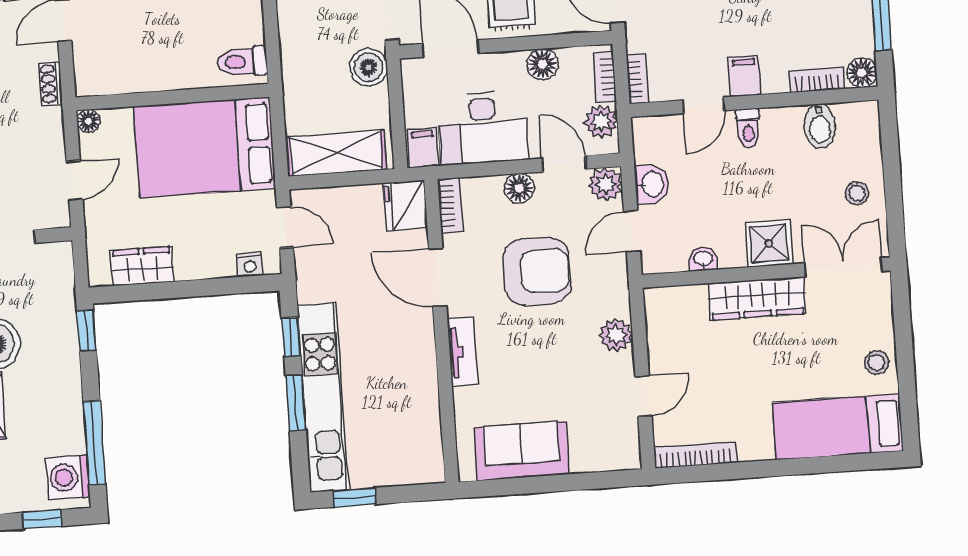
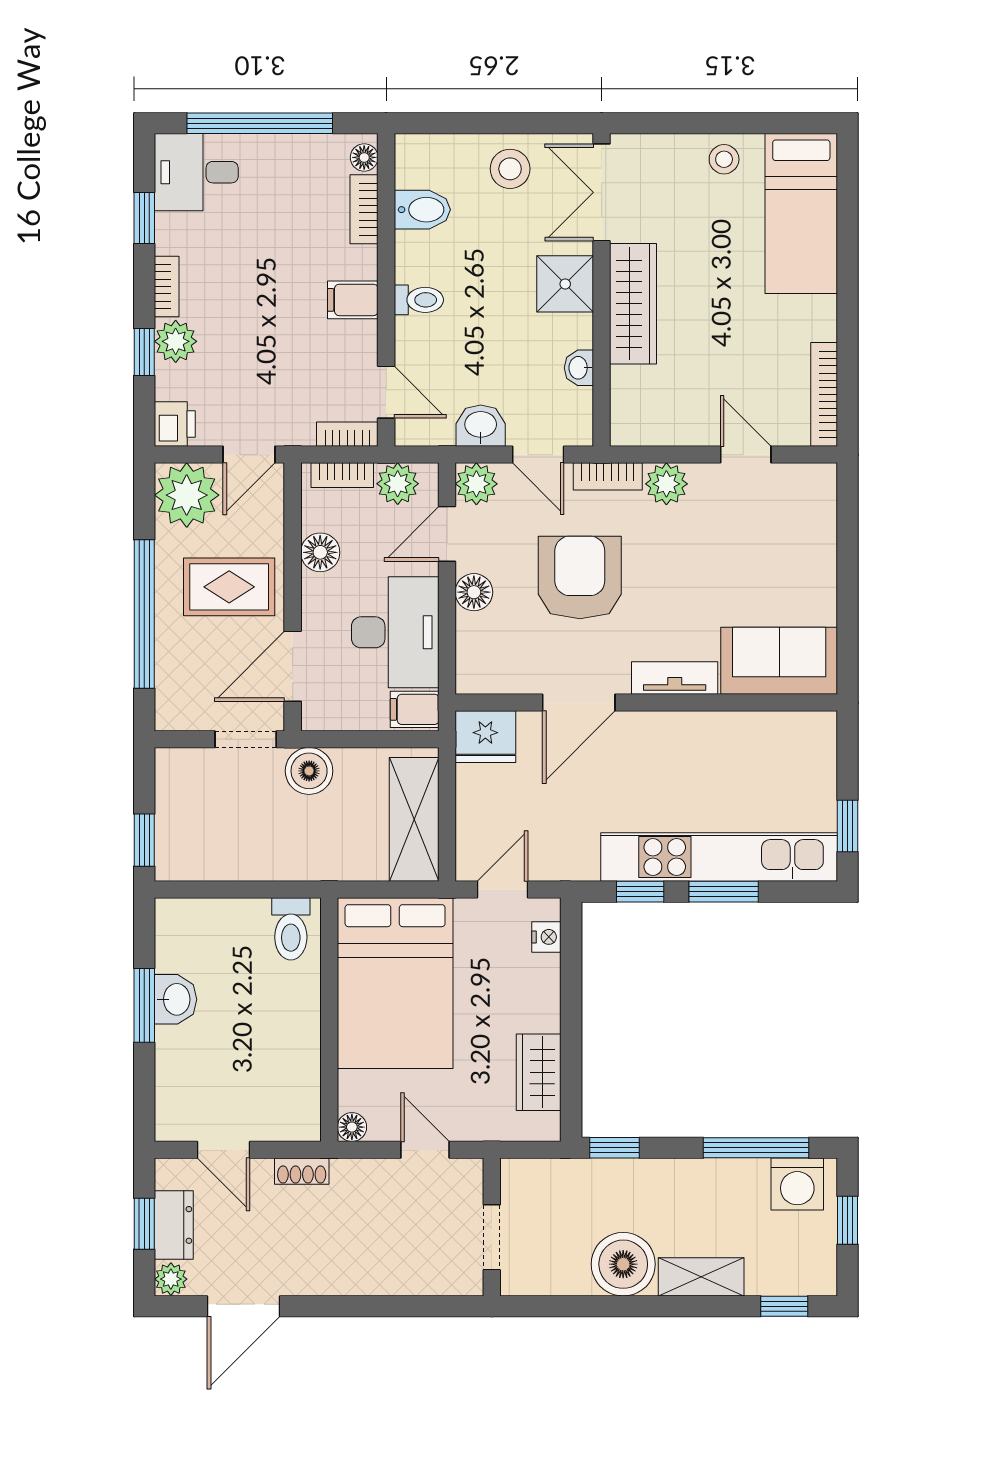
floor lamp: (862, 73) -> (364, 157), width x0.73, depth x0.73
door: (704, 105) -> (386, 392), moved
stool: (857, 193) -> (510, 169), width x1.37, depth x1.37
bookcase: (450, 206) -> (608, 476), moved, turned 180
sofa: (522, 451) -> (779, 661), moved, turned 90

